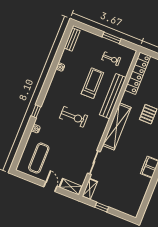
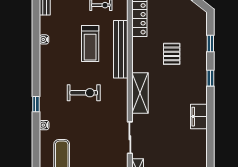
treadmill: (92, 83) -> (90, 43), turned 180
shelving: (117, 126) -> (140, 93), width x0.68

